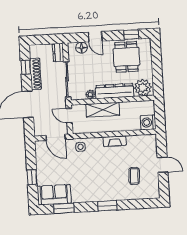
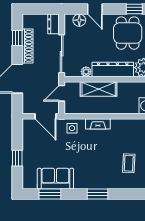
door: (69, 116) -> (62, 93), hinge flipped
fireplace: (115, 141) -> (98, 124), moved
sofa: (54, 195) -> (55, 179), moved

